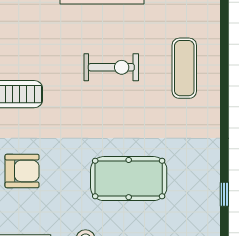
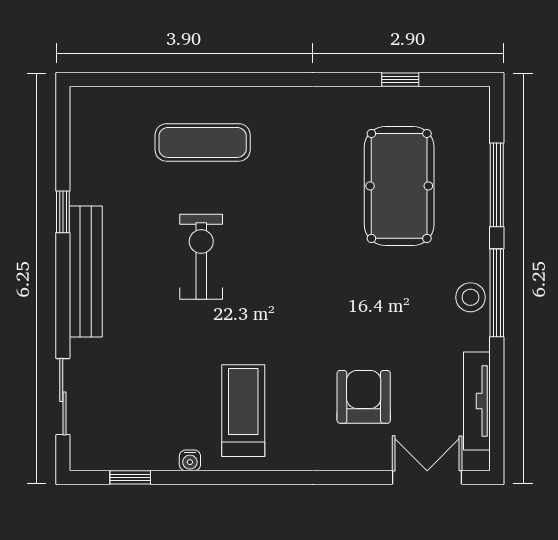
pool table: (129, 179) -> (399, 186), moved

